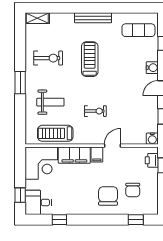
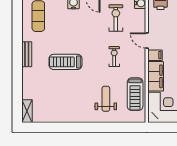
bench: (93, 18) -> (27, 54), width x0.73
exercise bike: (48, 58) -> (116, 18), moved
window: (20, 83) -> (88, 127), removed

